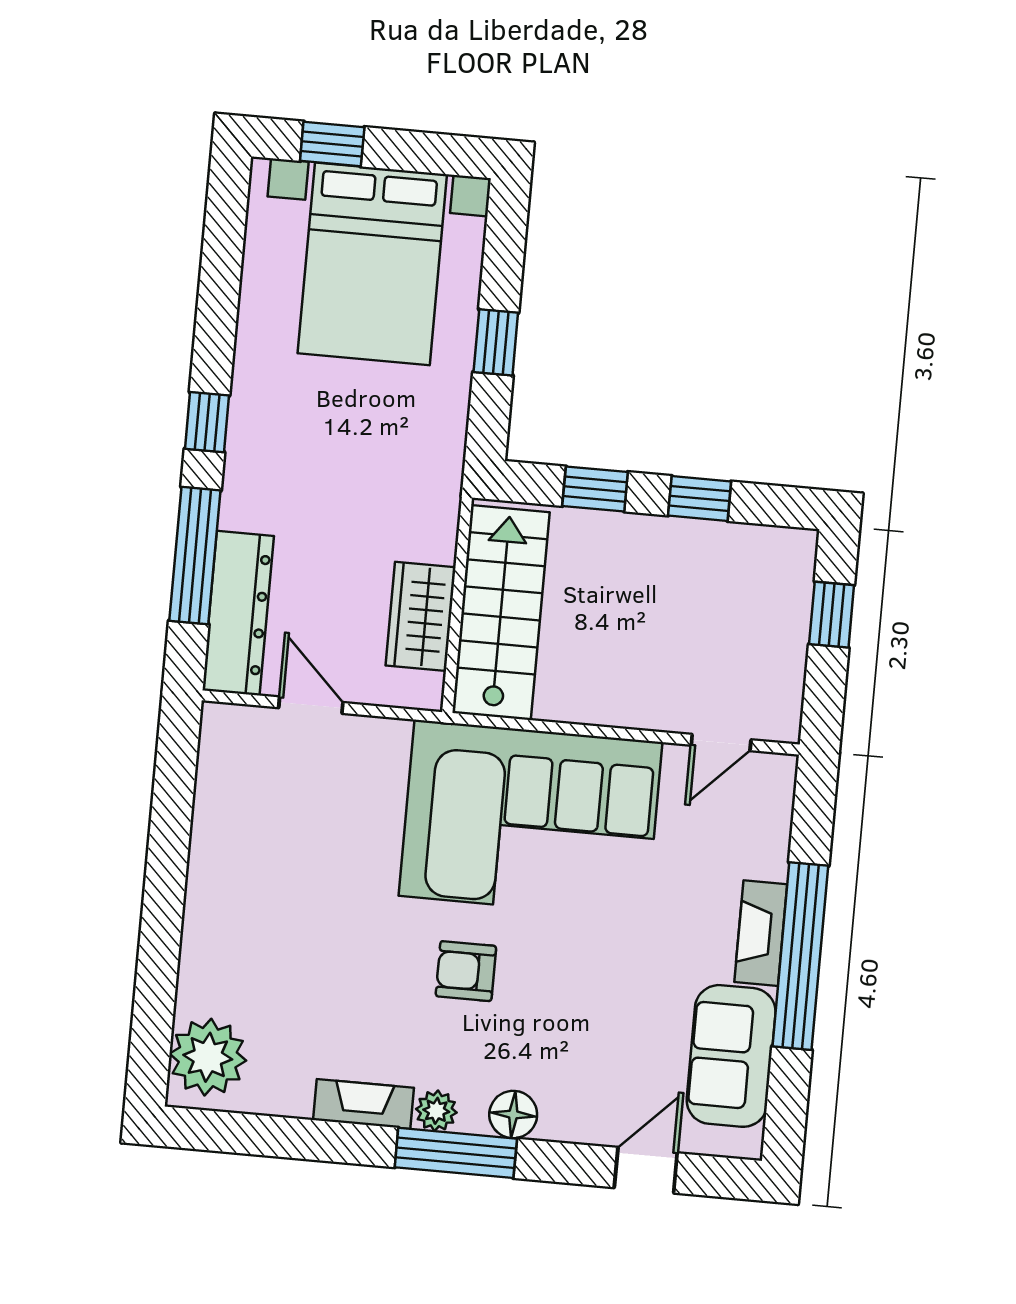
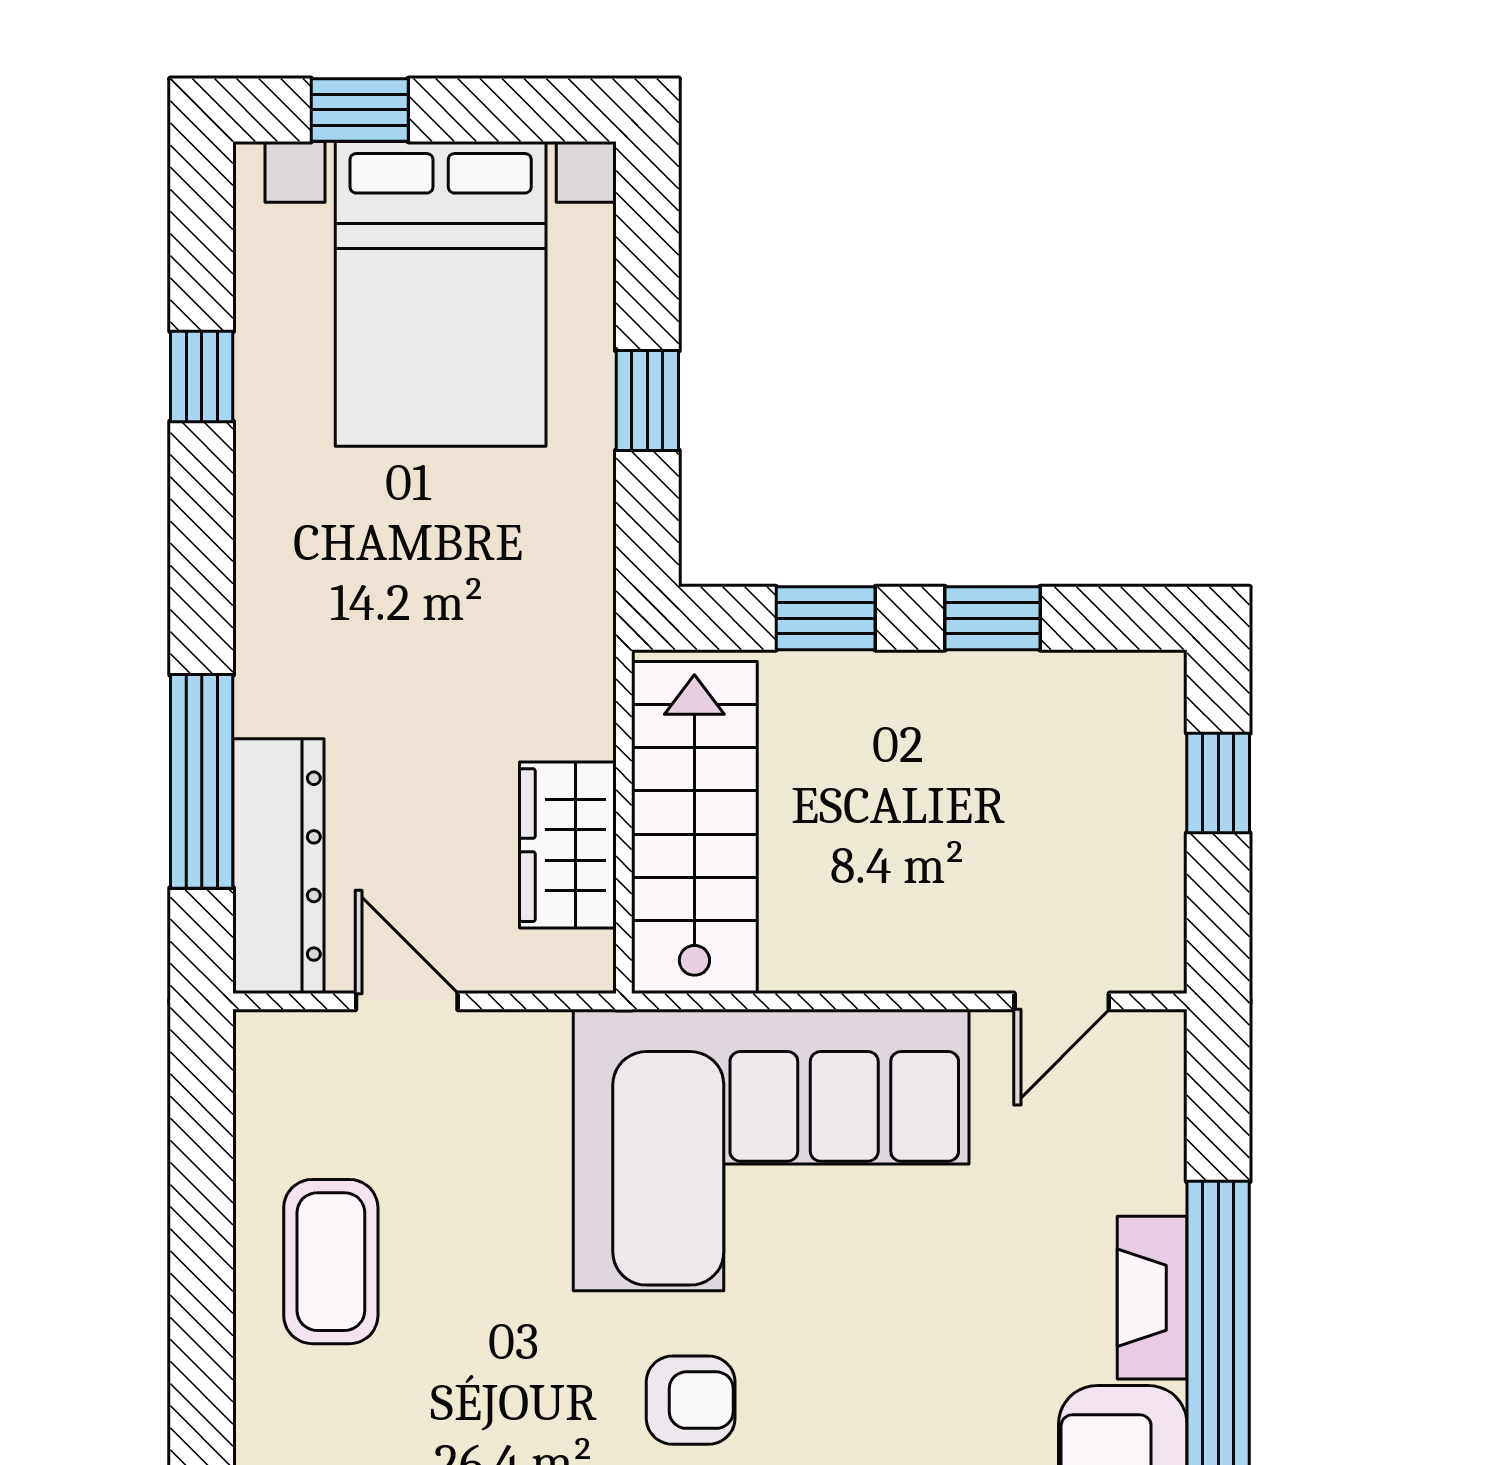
window: (207, 422) -> (202, 376), moved
coffee table: (248, 864) -> (331, 1262), added
armchair: (466, 971) -> (691, 1400), turned 180

